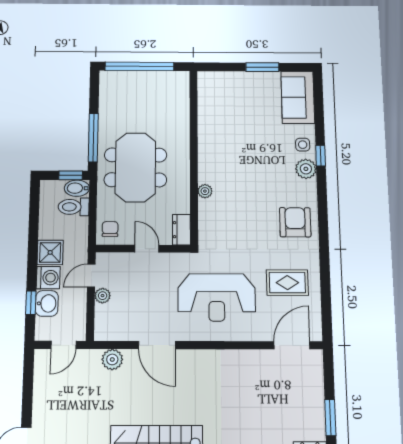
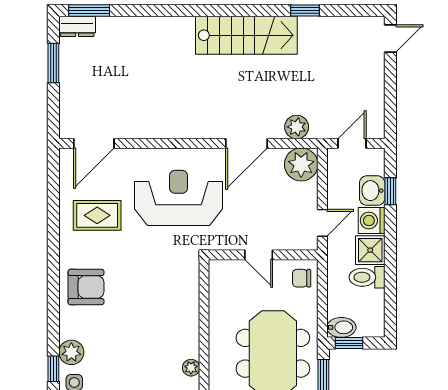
plant: (205, 191) -> (191, 368), moved
toilet: (74, 207) -> (367, 277), moved, turned 180
armchair: (295, 222) -> (86, 287), turned -90
chair: (110, 229) -> (302, 278), turned 90
dresser: (181, 230) -> (219, 278), removed
plant: (103, 296) -> (301, 164), moved, width x1.87, depth x1.87
door: (157, 345) -> (247, 143), swing flipped

